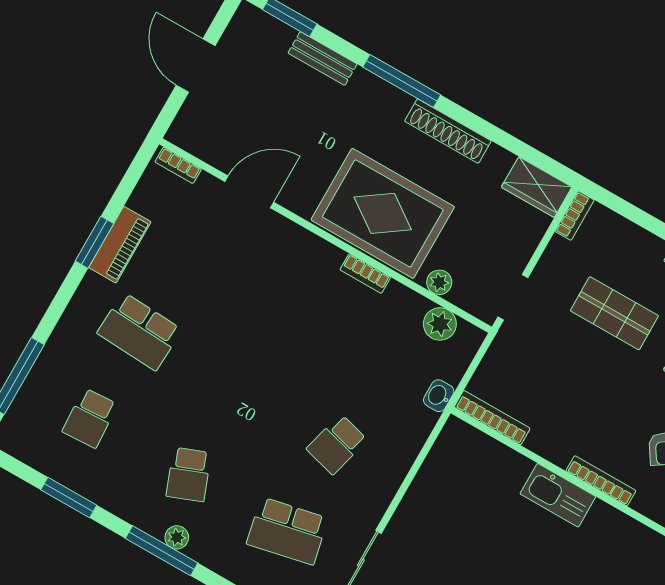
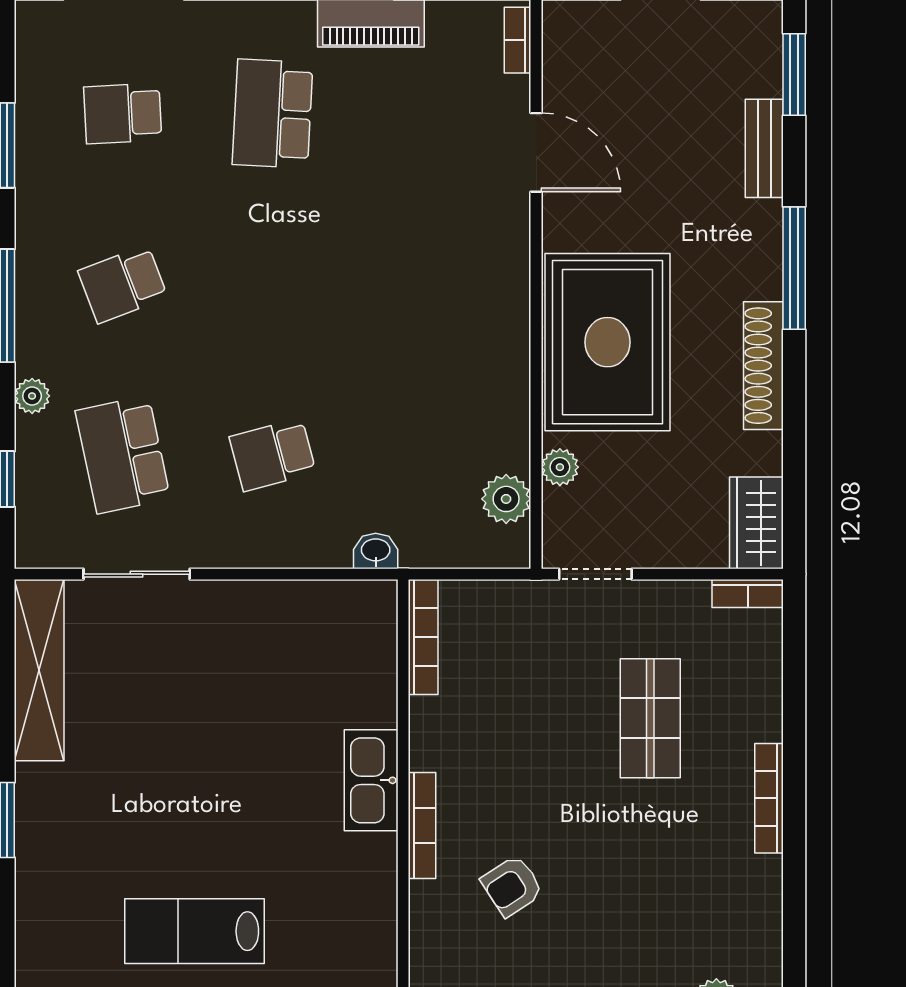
bookcase: (365, 273) -> (516, 364), removed
washbasin: (439, 396) -> (376, 551), moved
school desk: (337, 444) -> (273, 455), turned -30
plant: (177, 537) -> (32, 396), moved

